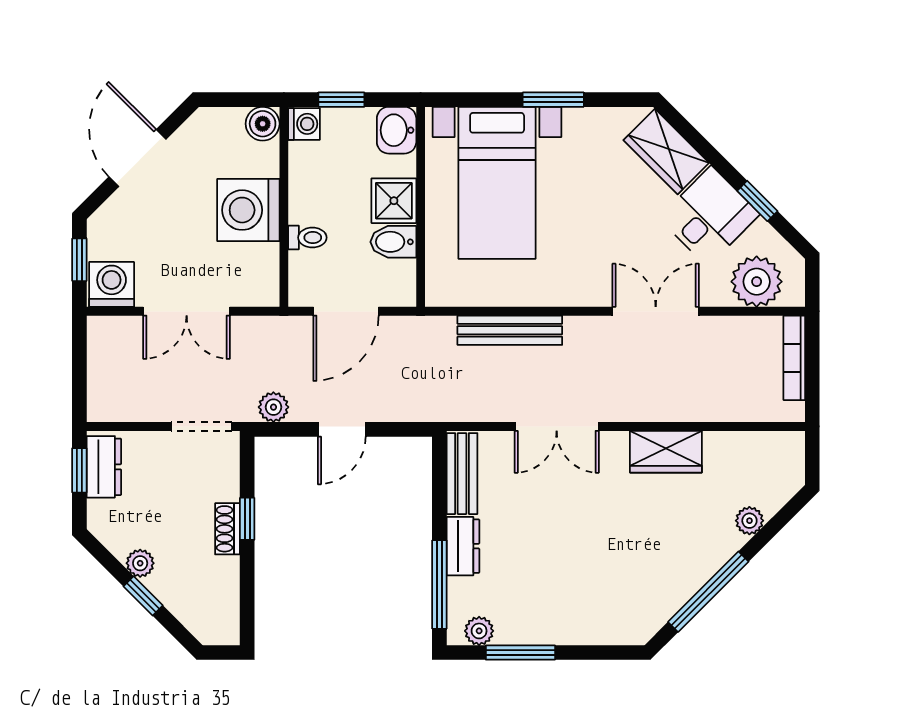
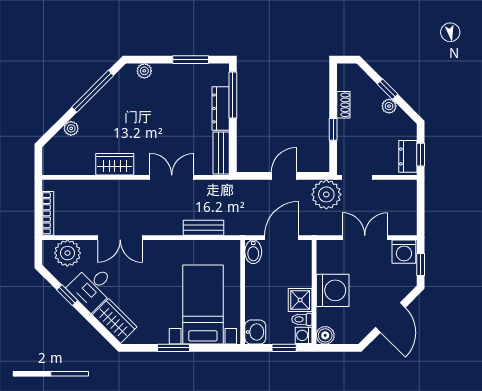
shower: (394, 201) -> (300, 300), moved
toilet: (307, 238) -> (302, 319), moved
bidet: (393, 242) -> (253, 252), moved, turned 90
bench: (510, 330) -> (203, 228), width x0.73
plant: (273, 407) -> (326, 194), width x1.87, depth x1.87
shoe rack: (227, 529) -> (343, 105), moved
dresser: (463, 546) -> (221, 108), width x1.44
plant: (479, 631) -> (144, 71), moved

